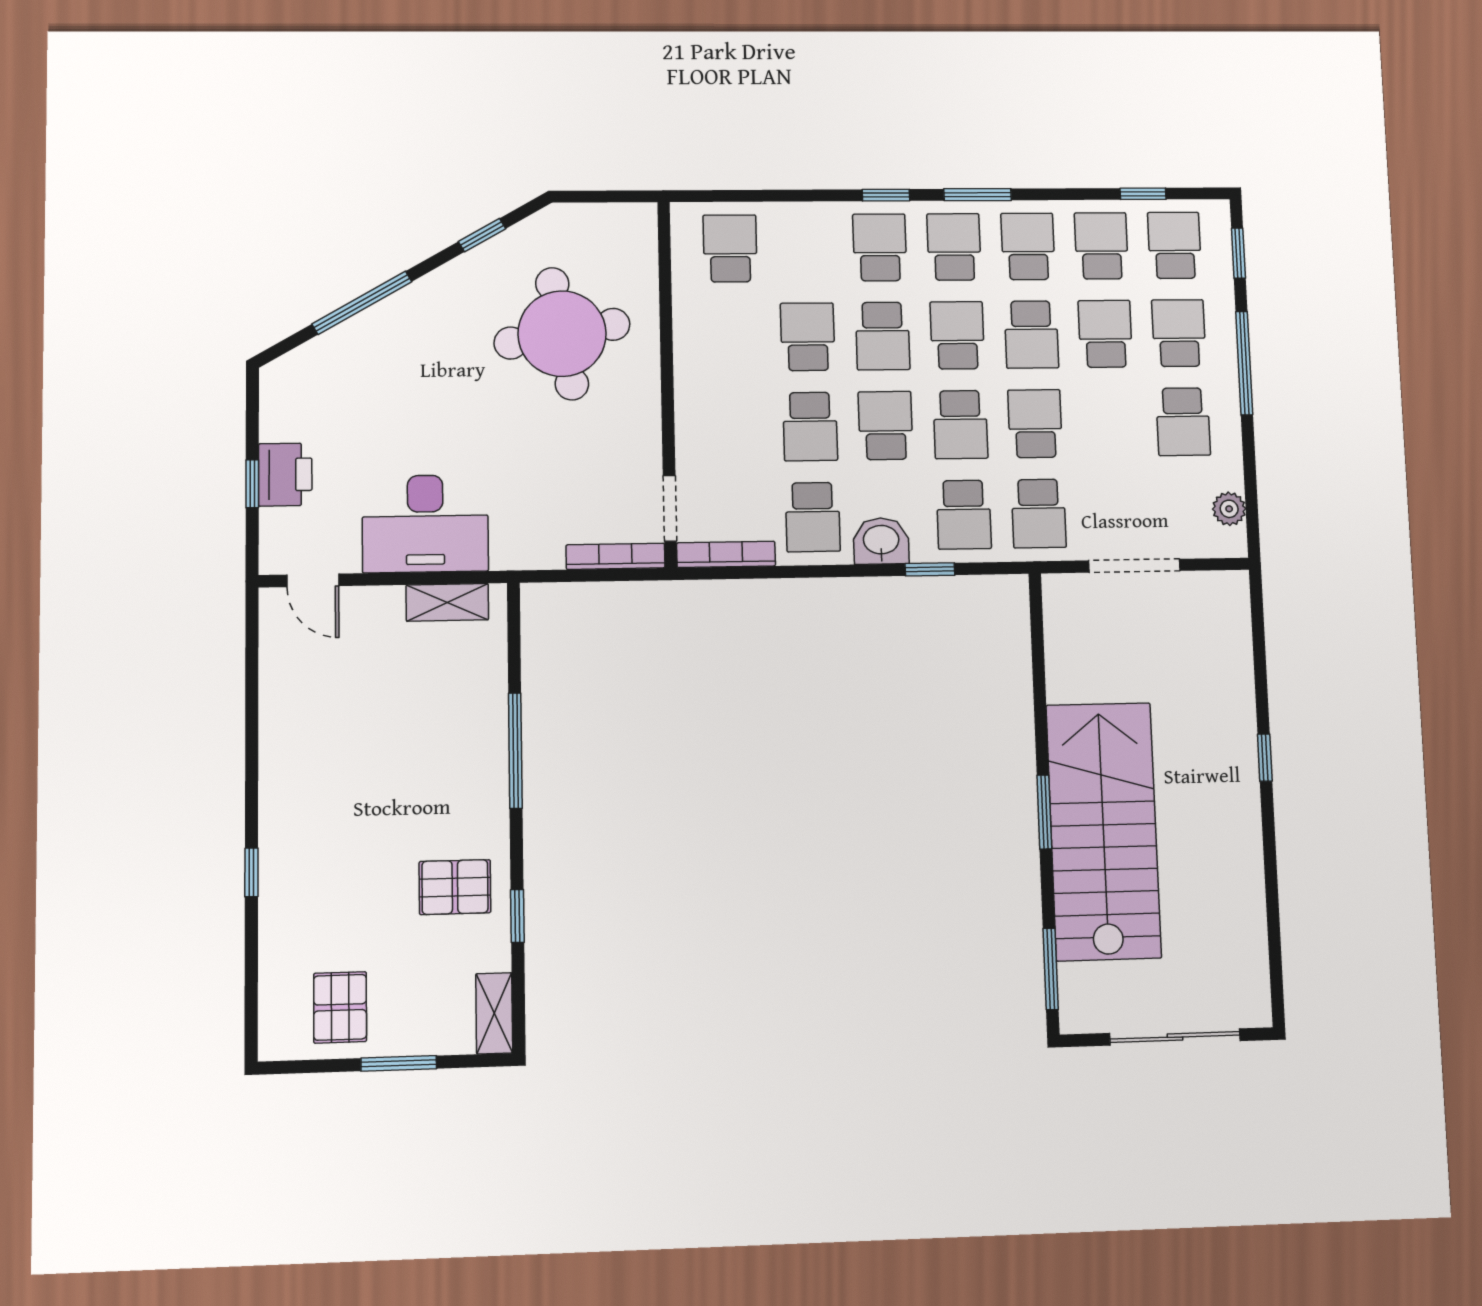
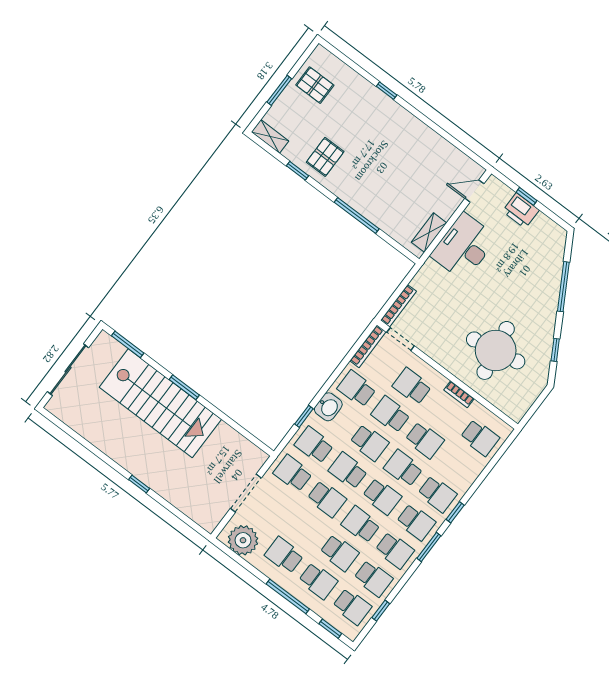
bookcase: (685, 338) -> (459, 394), added
school desk: (734, 427) -> (412, 386), added
plant: (1229, 509) -> (243, 540), width x1.87, depth x1.87

